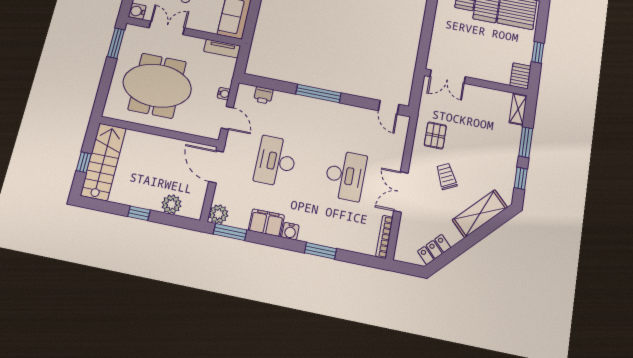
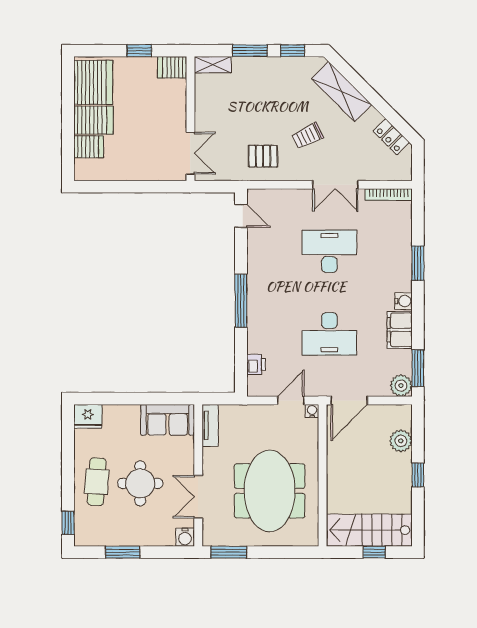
water cooler: (224, 94) -> (312, 411), moved
door: (389, 107) -> (241, 216), hinge flipped

